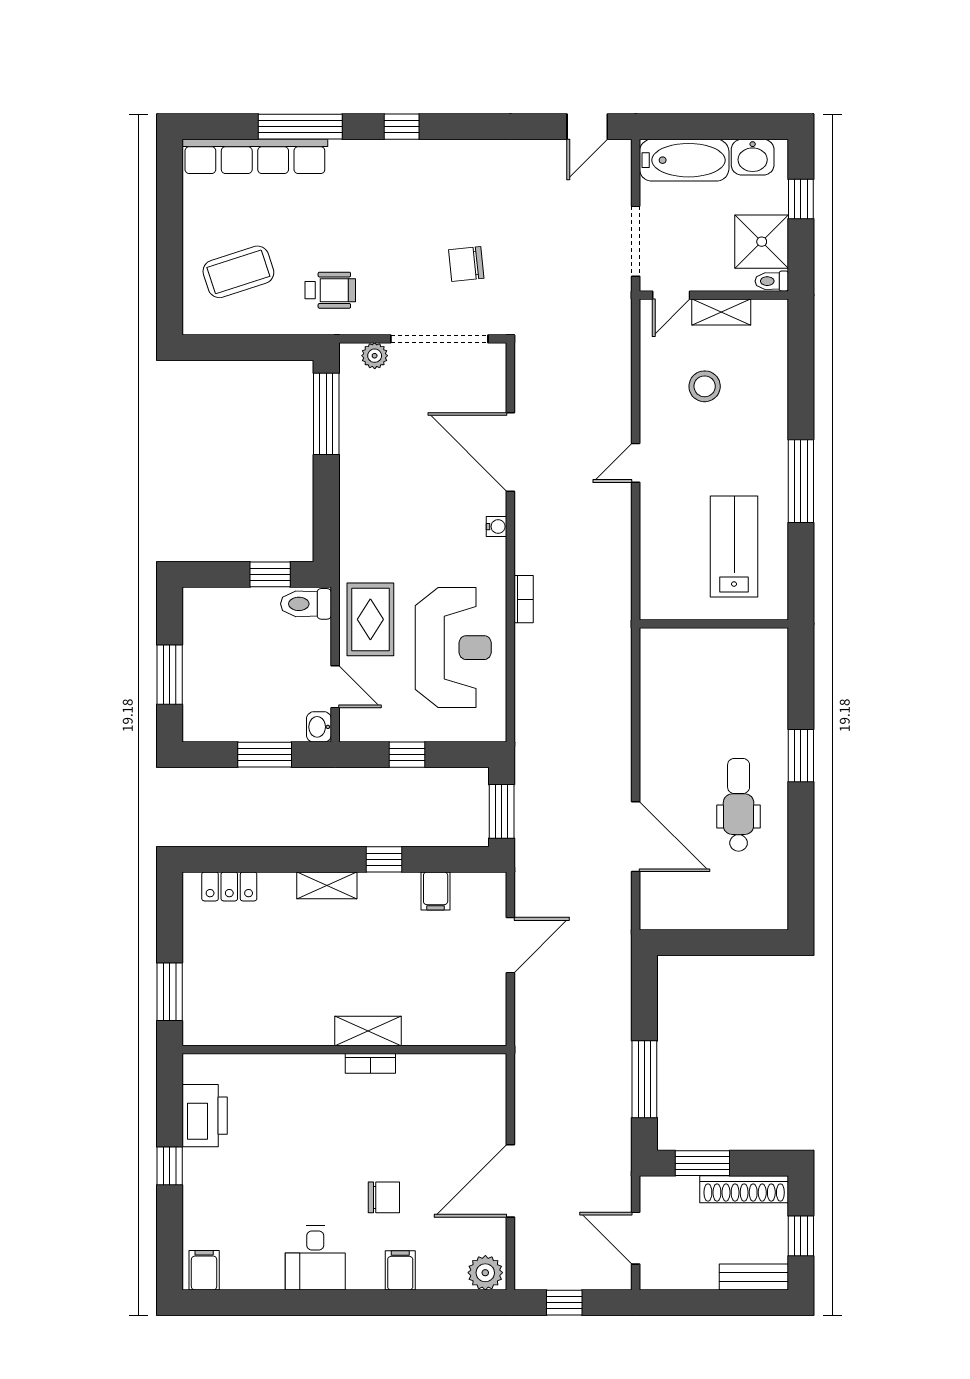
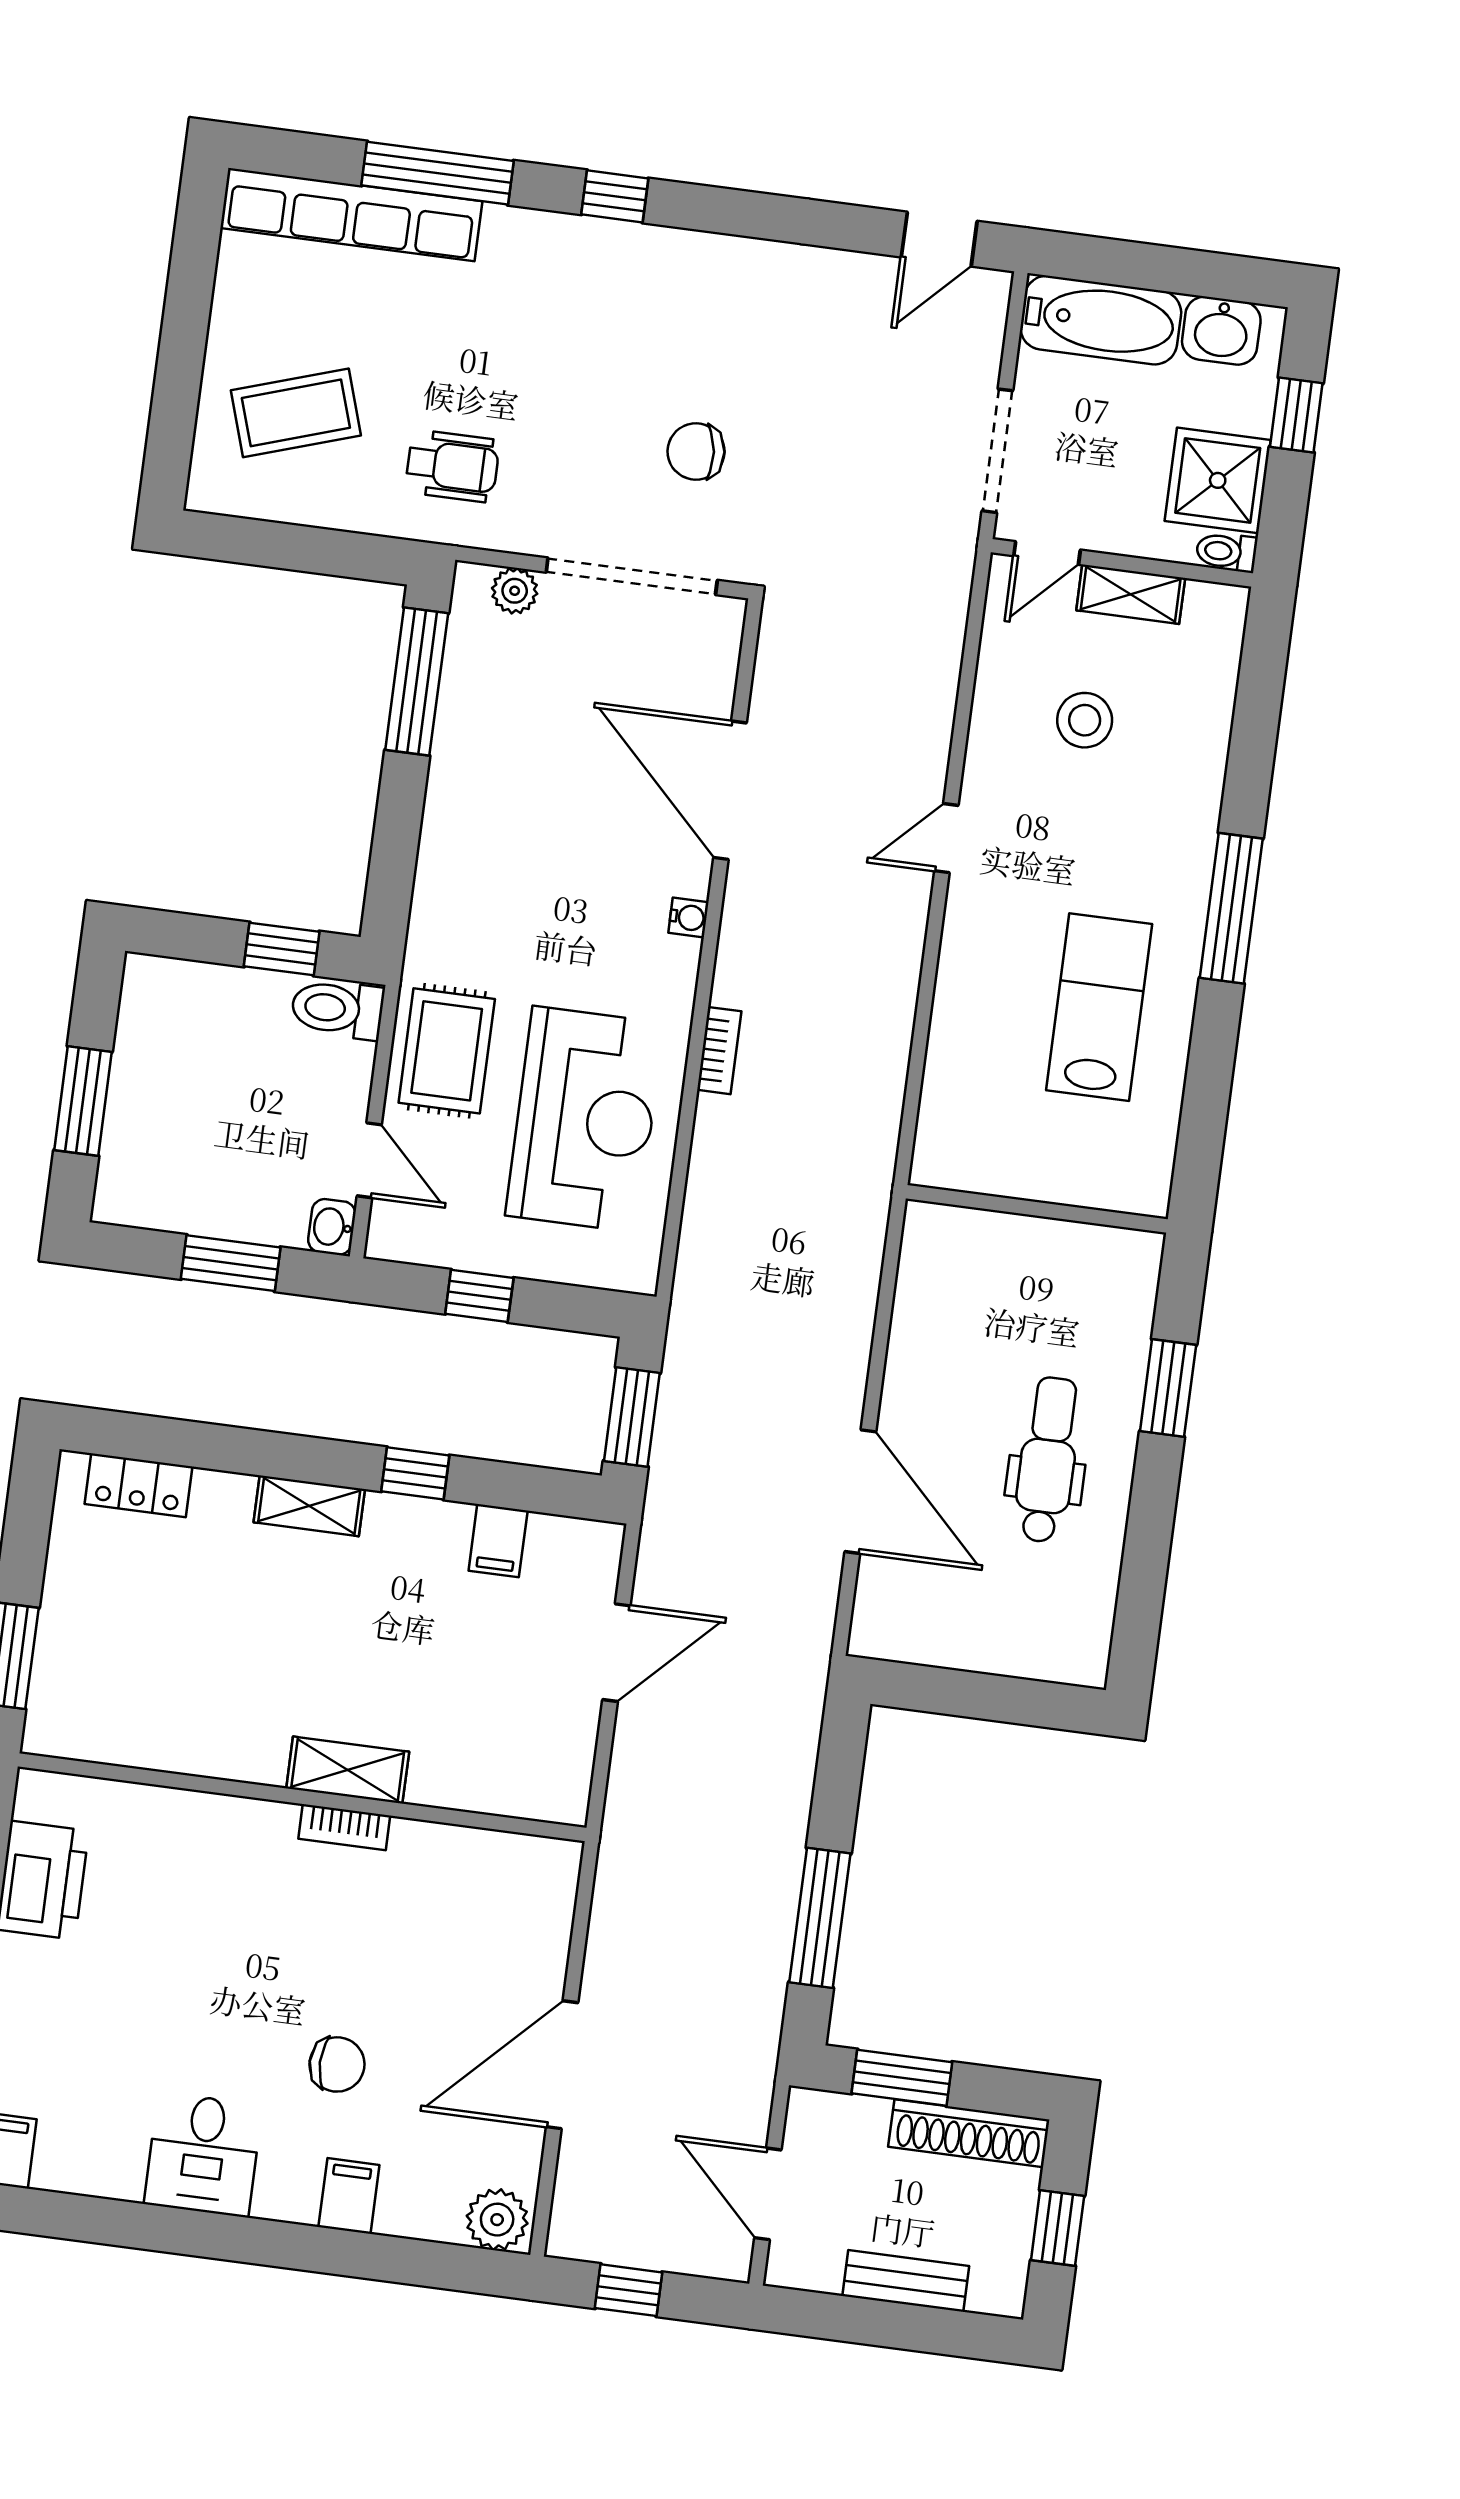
wall: (714, 624) -> (1037, 1209), moved
bench: (754, 1277) -> (906, 2281), moved

